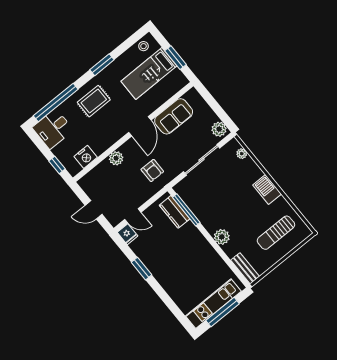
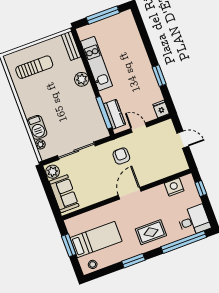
sofa: (174, 116) -> (64, 194), moved, turned 90
door: (140, 126) -> (130, 193), moved
plant: (116, 158) -> (149, 177), removed
barbecue: (267, 189) -> (37, 127), moved
door: (133, 216) -> (139, 128), moved
kitchen unit: (213, 304) -> (96, 64), moved, turned -90

